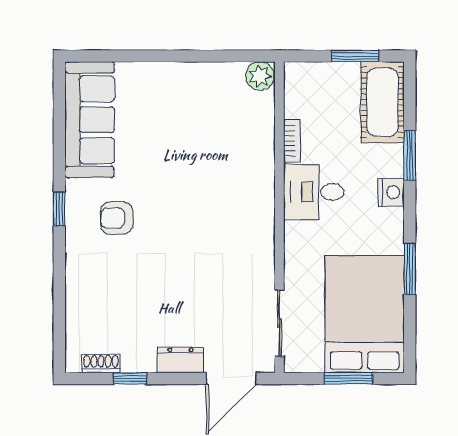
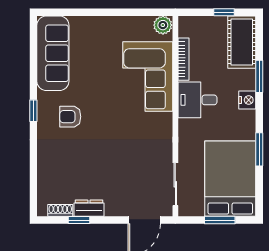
window: (355, 56) -> (224, 12), width x0.67
bookcase: (292, 141) -> (183, 59), width x1.56
corner sofa: (237, 156) -> (148, 76), added
dresser: (180, 360) -> (89, 208), moved

